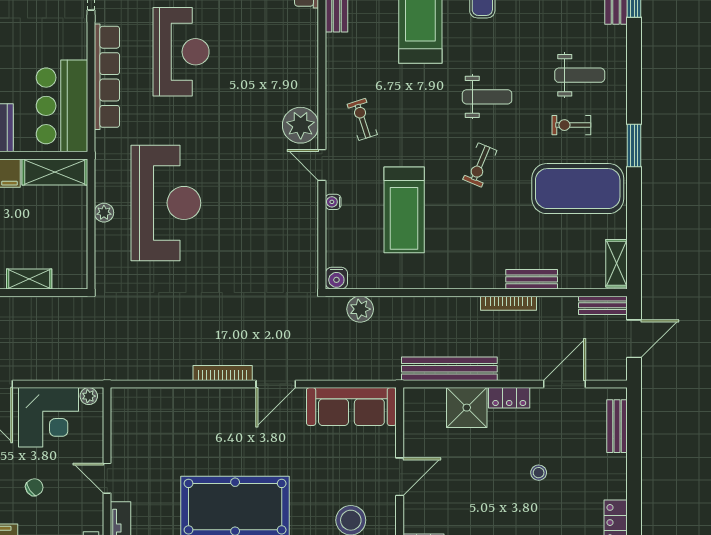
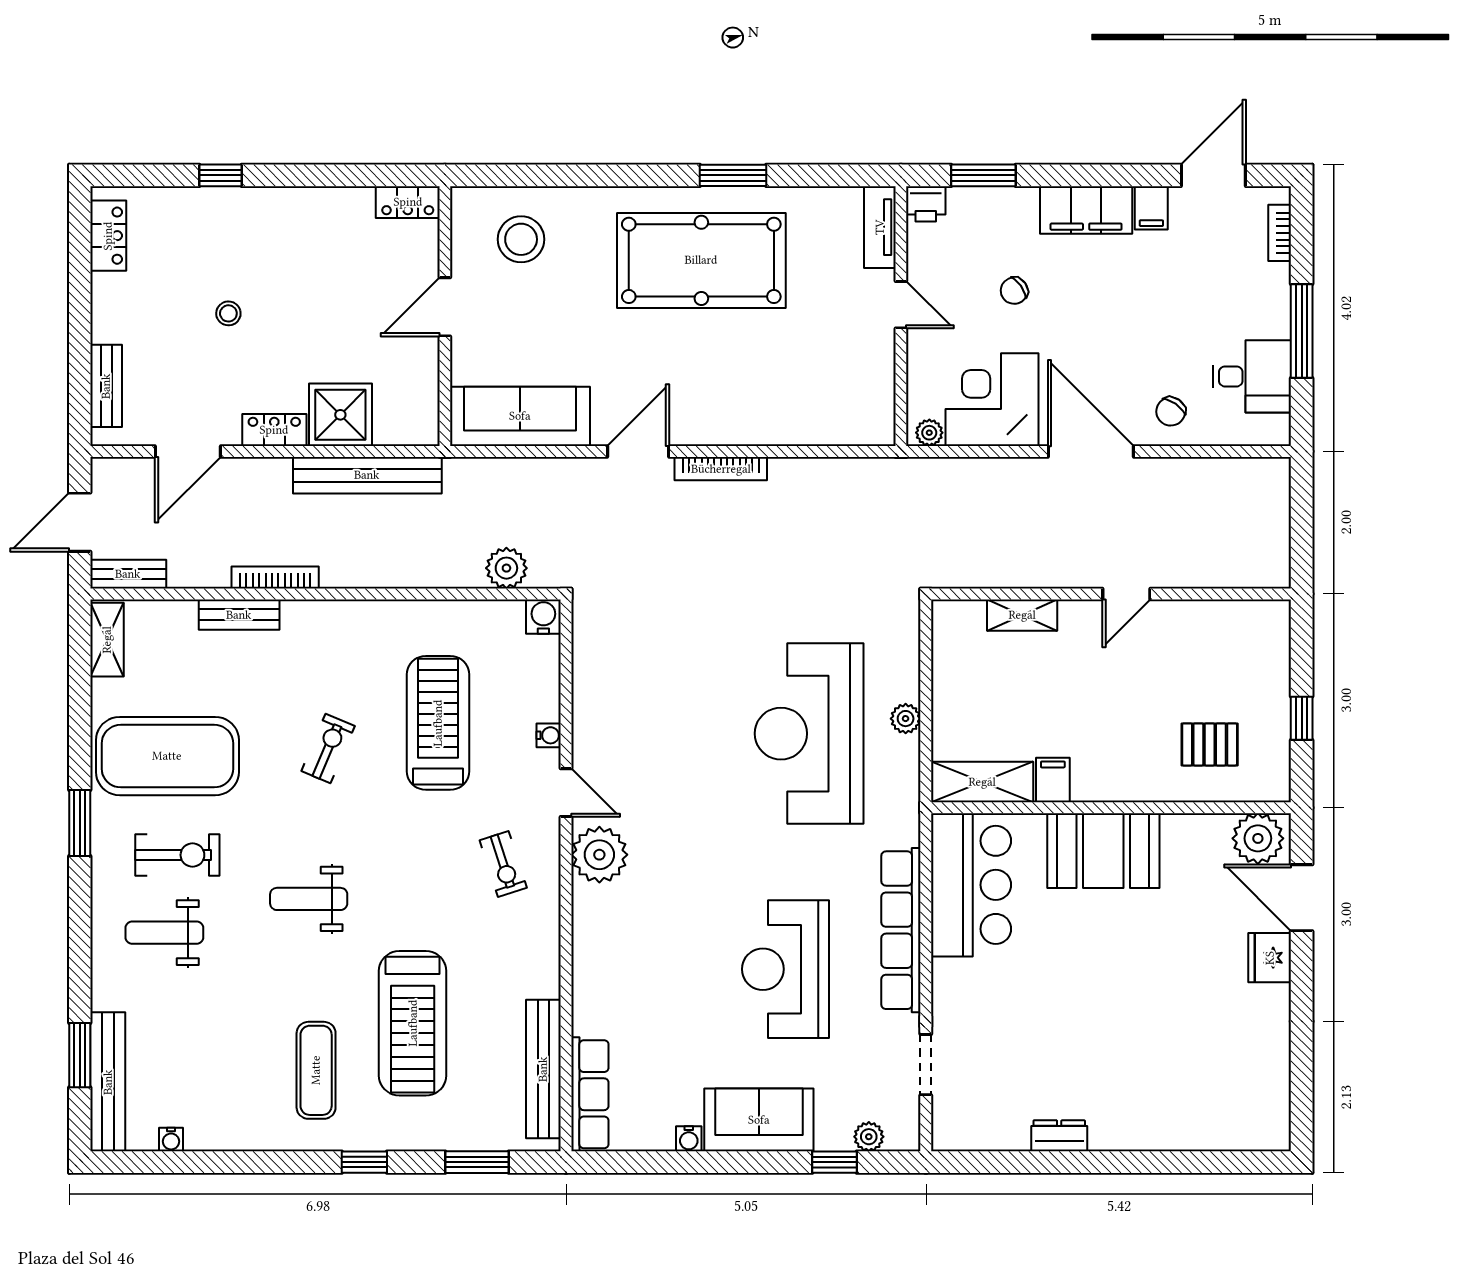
exercise bike: (571, 125) -> (177, 855), width x1.38, depth x1.39
exercise bike: (480, 165) -> (328, 749), moved

